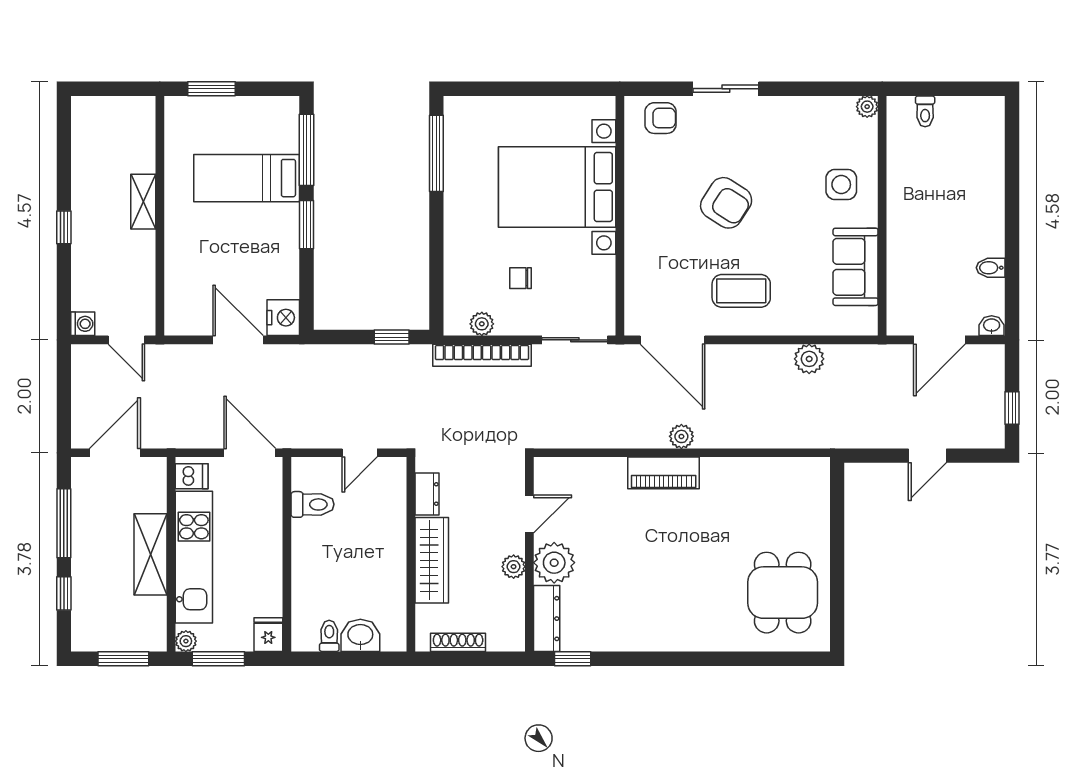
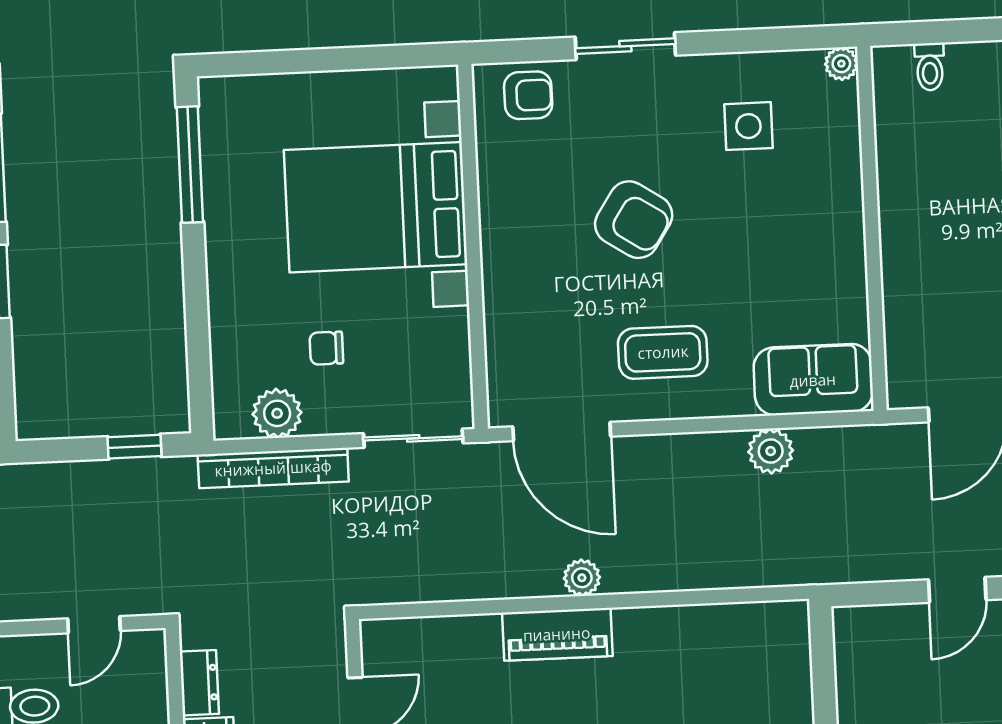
side table: (841, 185) -> (748, 126), moved
sofa: (856, 267) -> (813, 380), moved, turned 90
plant: (482, 324) -> (277, 413), width x1.38, depth x1.38

